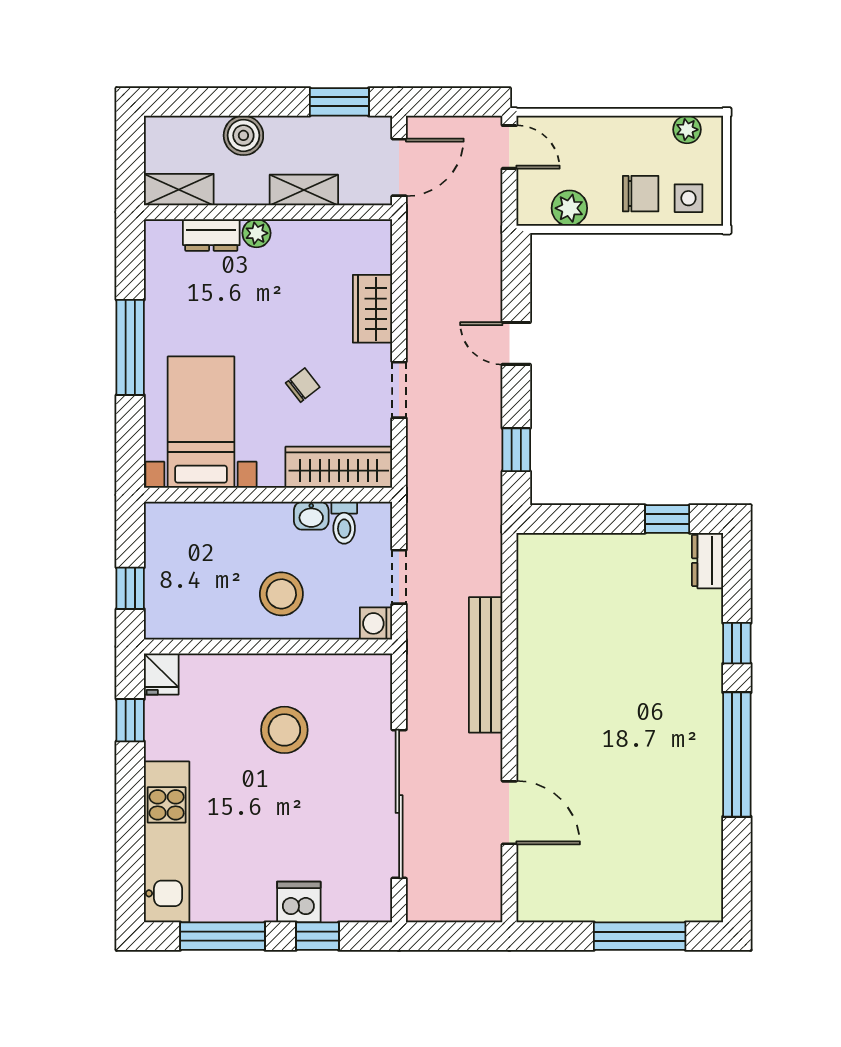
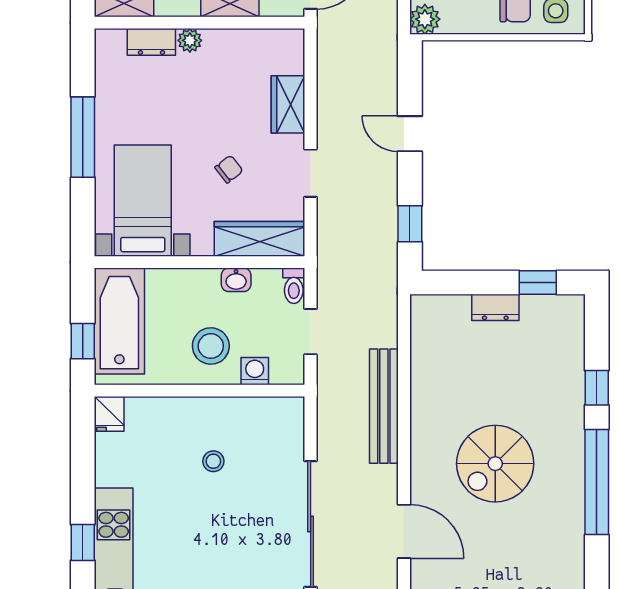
plant: (569, 208) -> (425, 19), moved
toilet: (344, 523) -> (294, 286), moved
dresser: (707, 561) -> (495, 307), moved, turned -90
bathtub: (173, 564) -> (119, 321), added
washing machine: (376, 623) -> (255, 371), moved, turned 90
window: (130, 720) -> (83, 542), moved
stool: (284, 730) -> (213, 461), width x0.53, depth x0.53
spiral stairs: (617, 733) -> (495, 464), added

